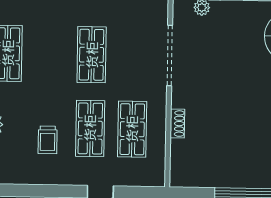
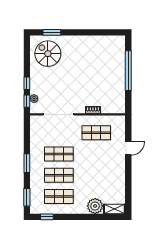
shop shelf: (90, 128) -> (59, 175), moved
trolley: (48, 140) -> (102, 175), removed

